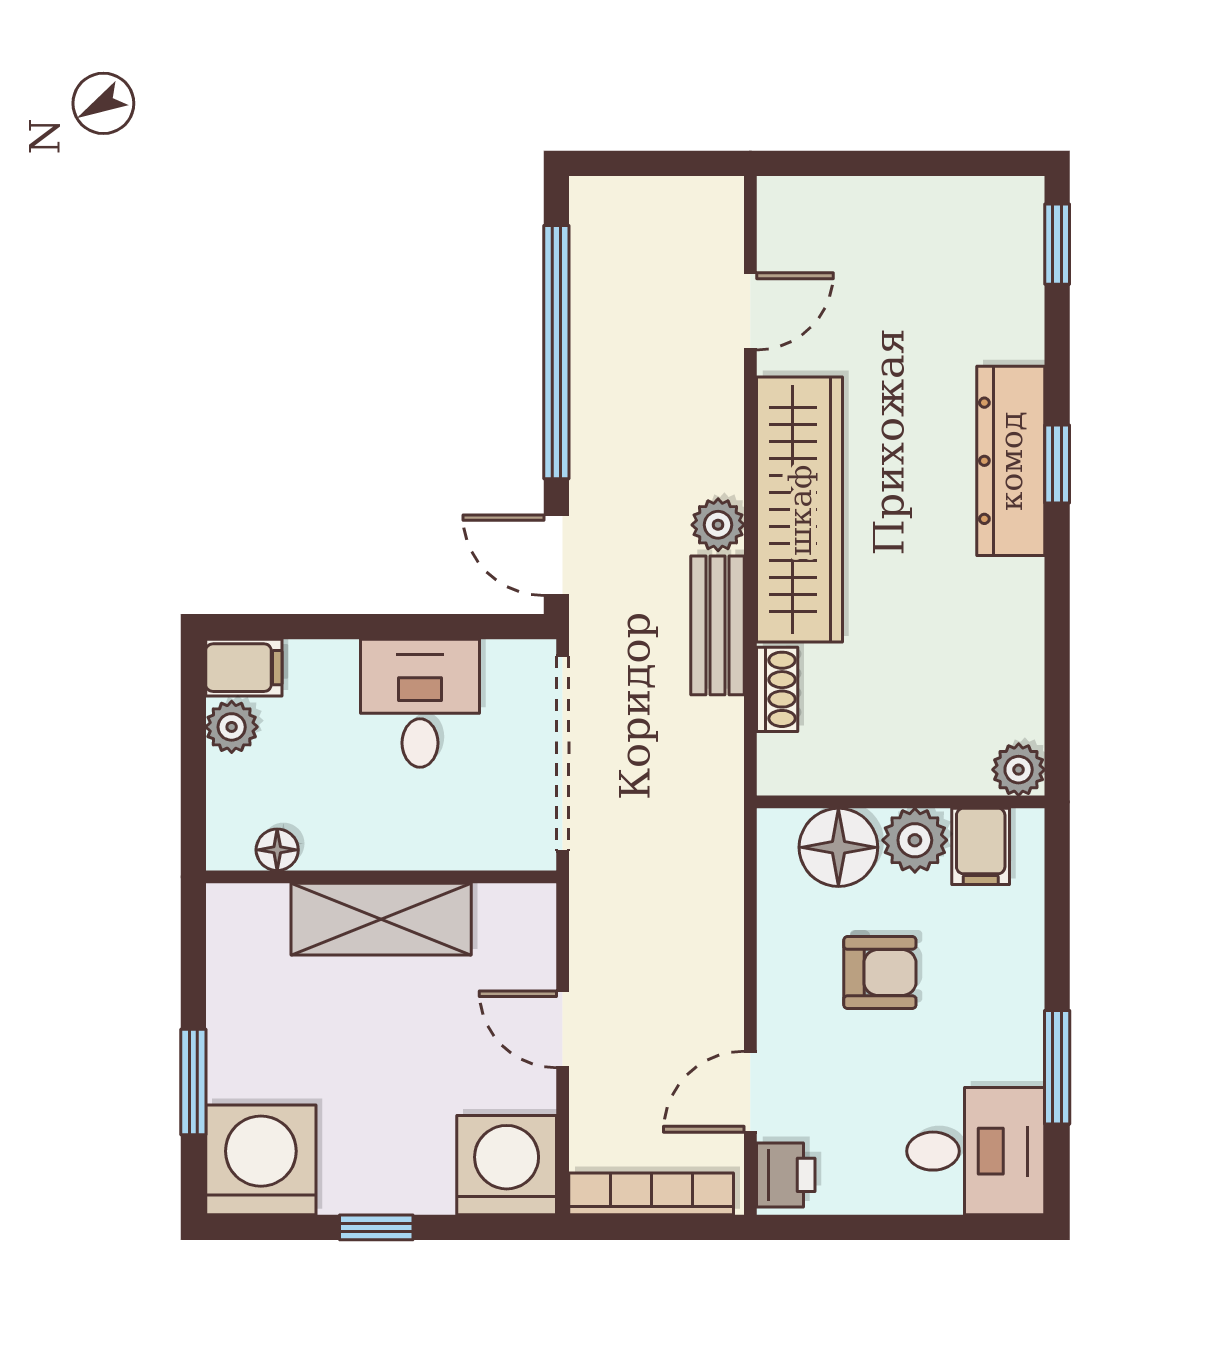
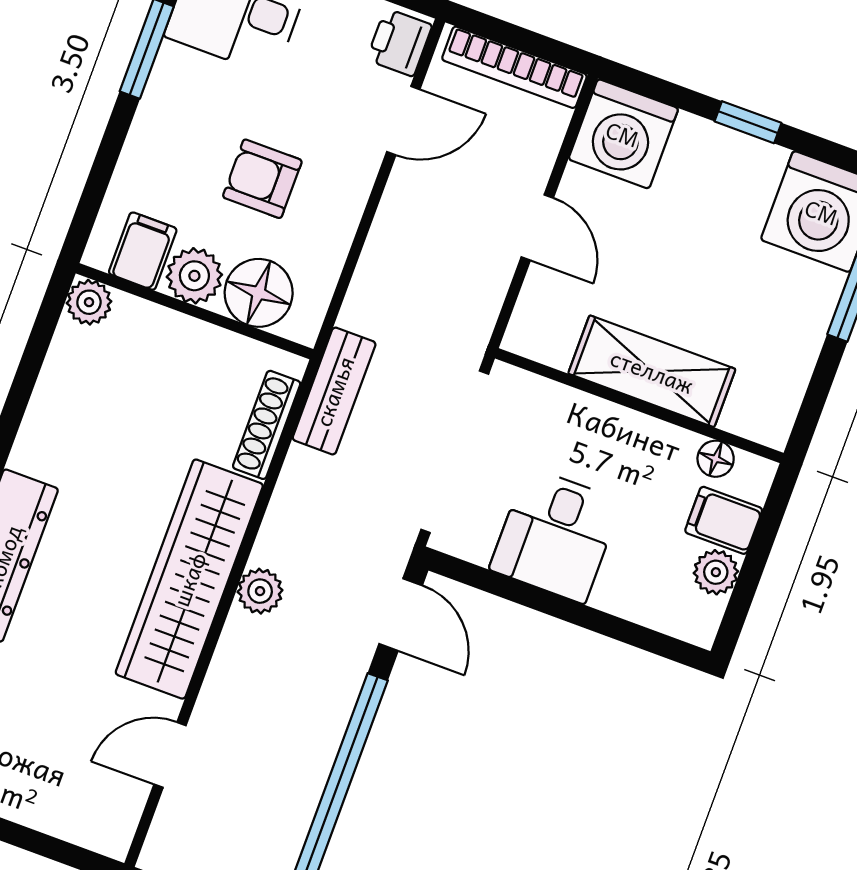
bench: (718, 625) -> (334, 391), moved
filing cabinet: (244, 668) -> (724, 520), moved
shoe rack: (777, 689) -> (267, 425), width x1.43

